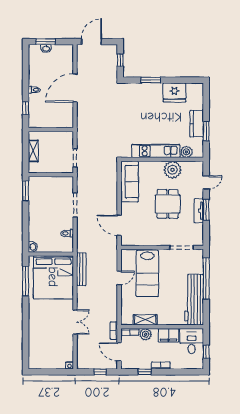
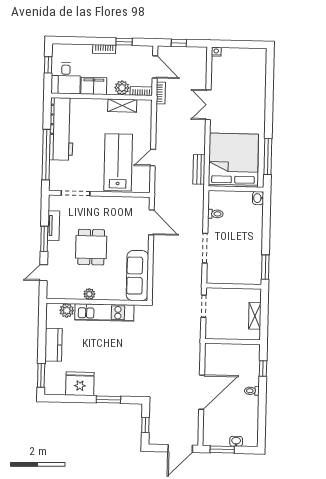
window: (46, 42) -> (222, 449), moved
window: (206, 131) -> (41, 375), moved
plant: (172, 170) -> (89, 294), width x0.53, depth x0.53
tv unit: (199, 211) -> (54, 226), moved
bench: (81, 269) -> (199, 169), width x0.73

